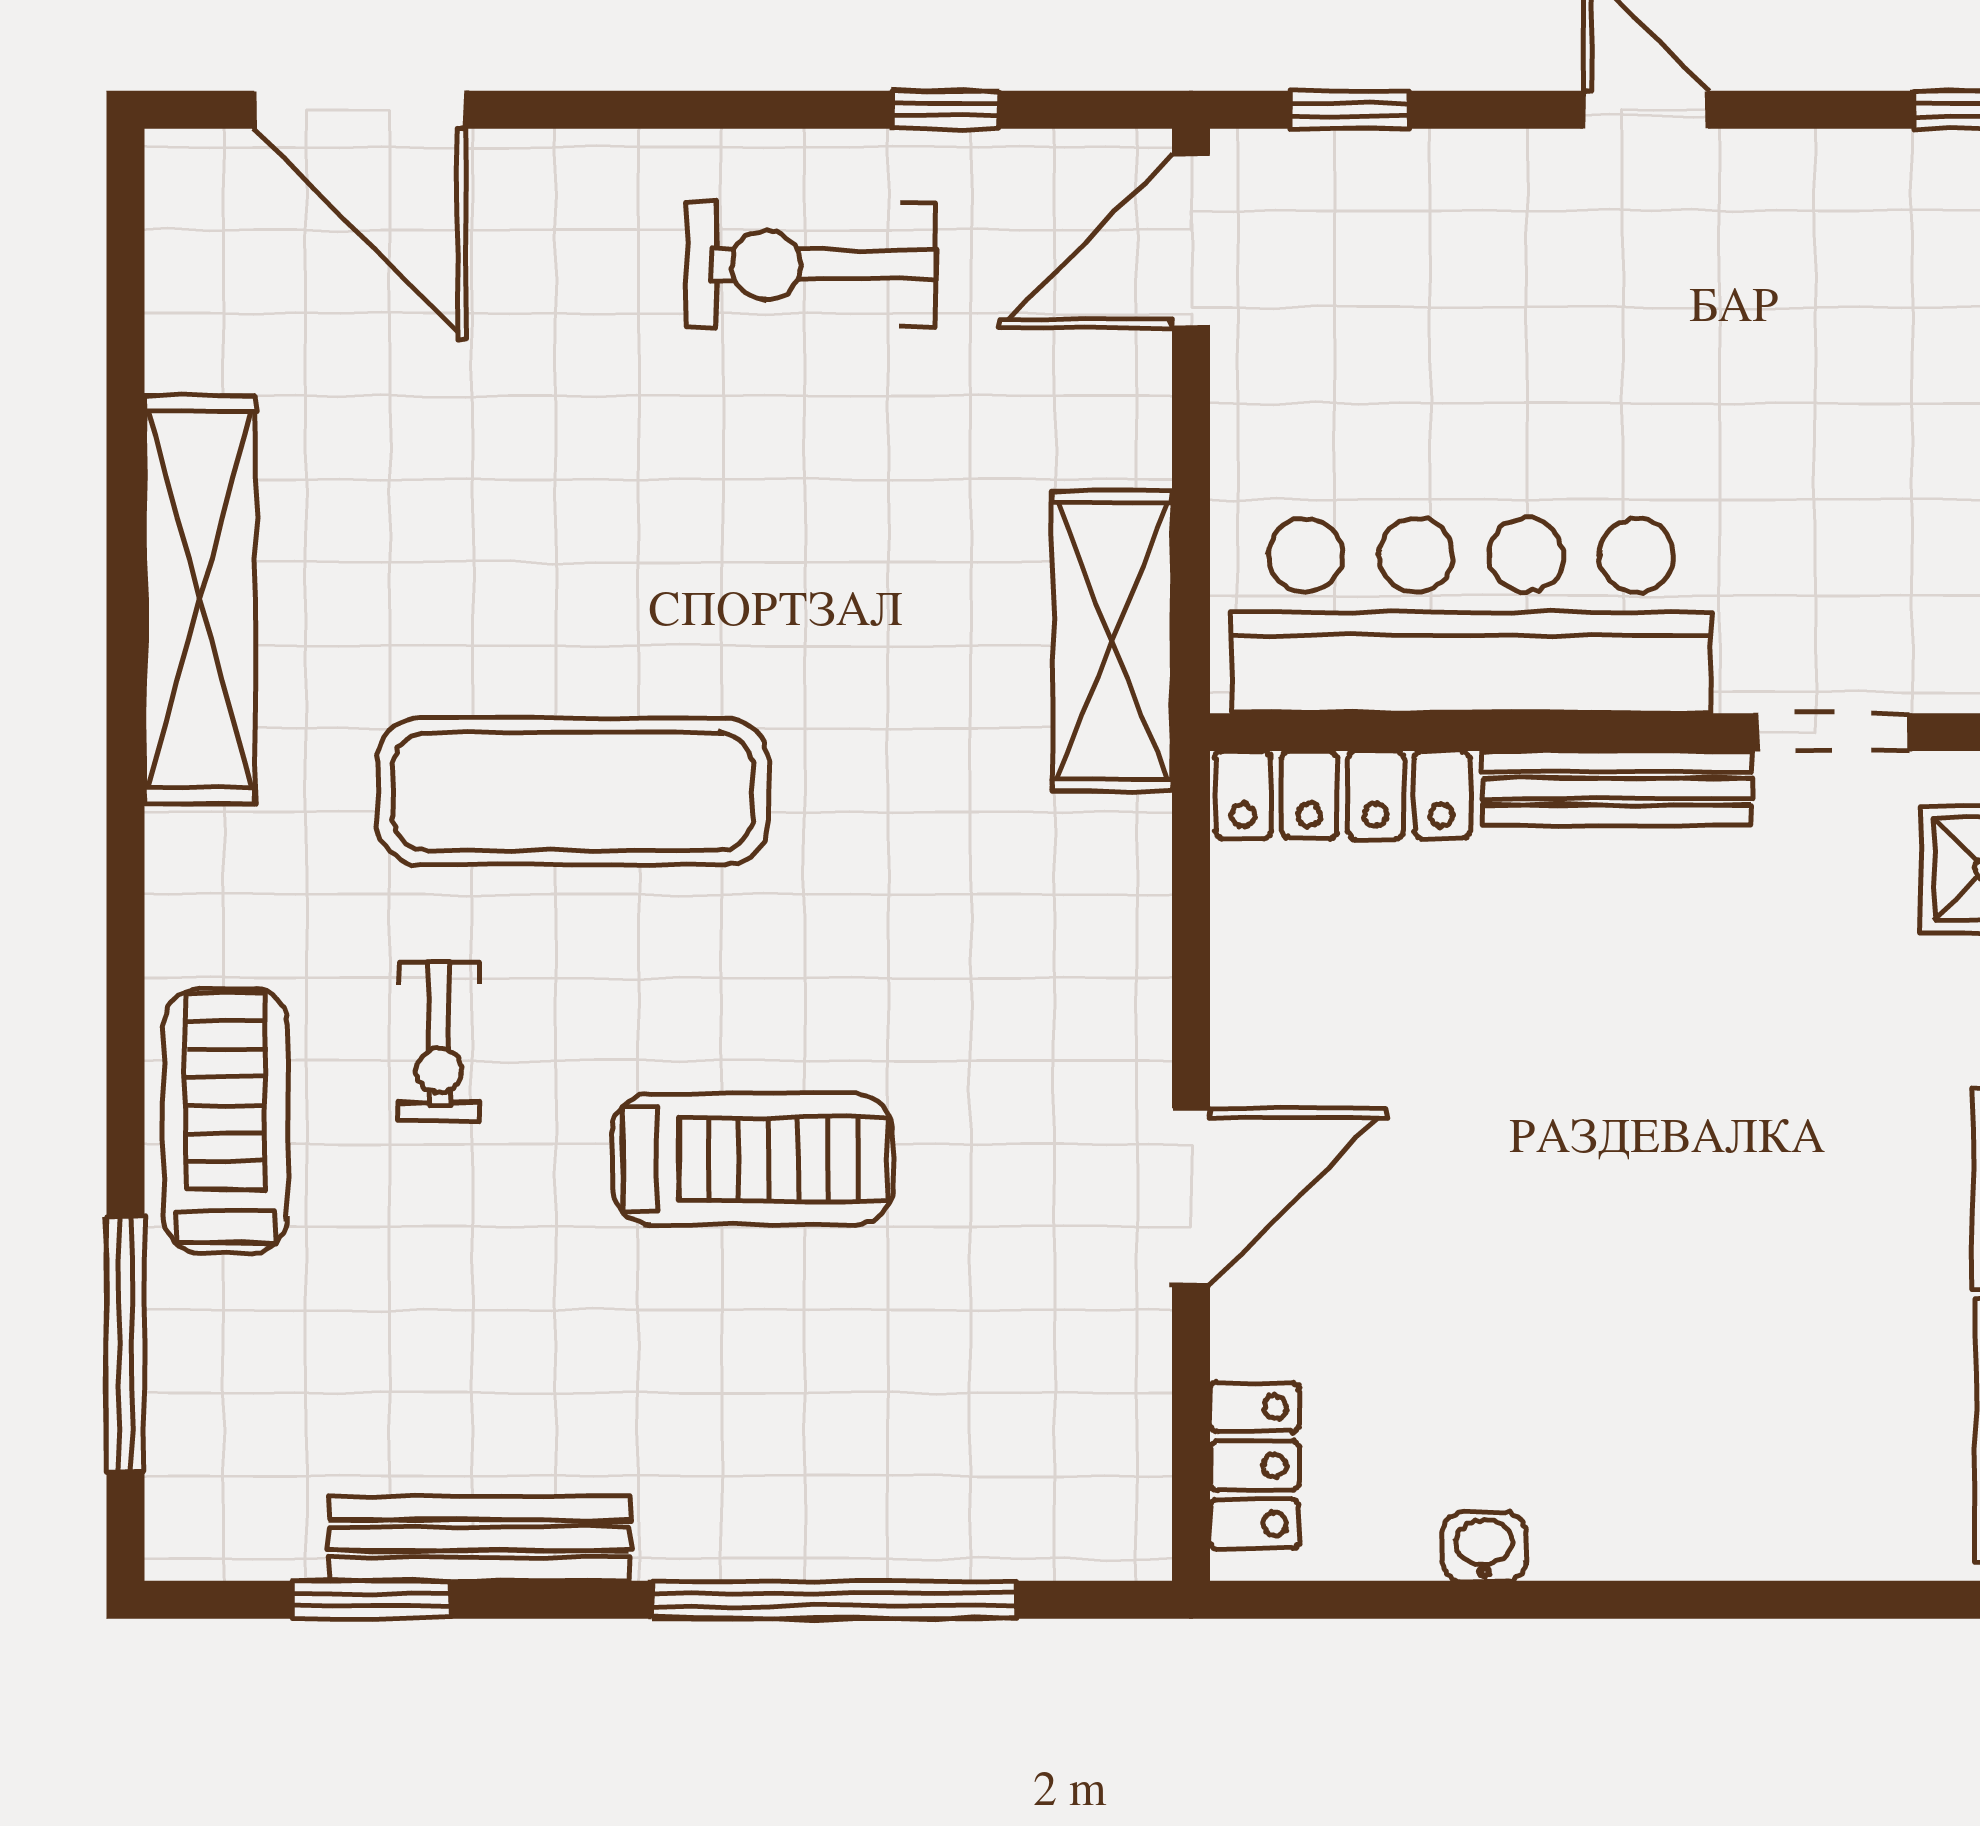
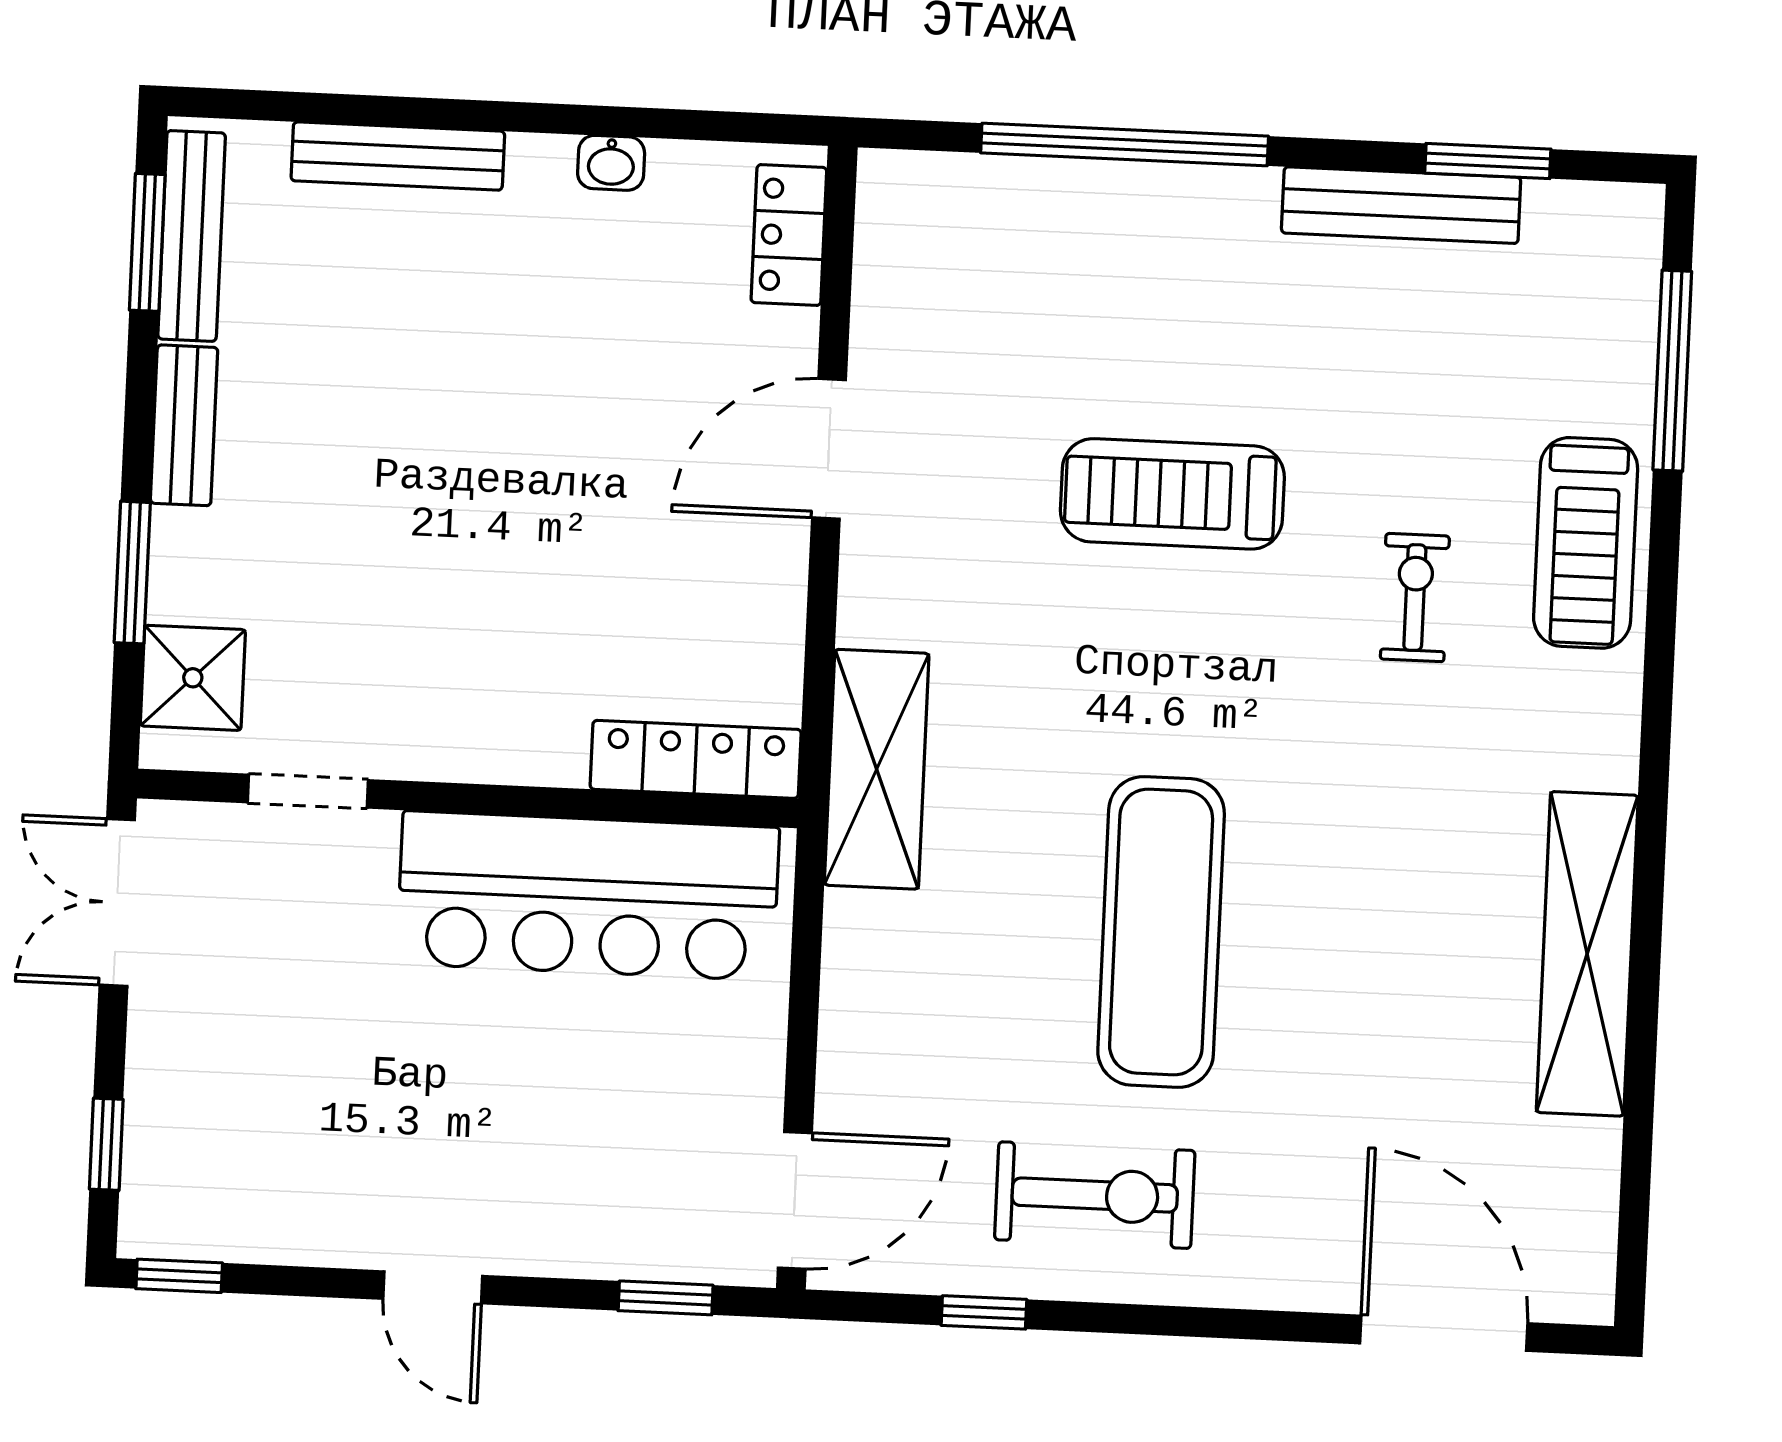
shelving: (1112, 641) -> (877, 769), moved
bench: (1617, 789) -> (398, 156), moved
exercise mat: (573, 791) -> (1161, 932), moved, turned 90

